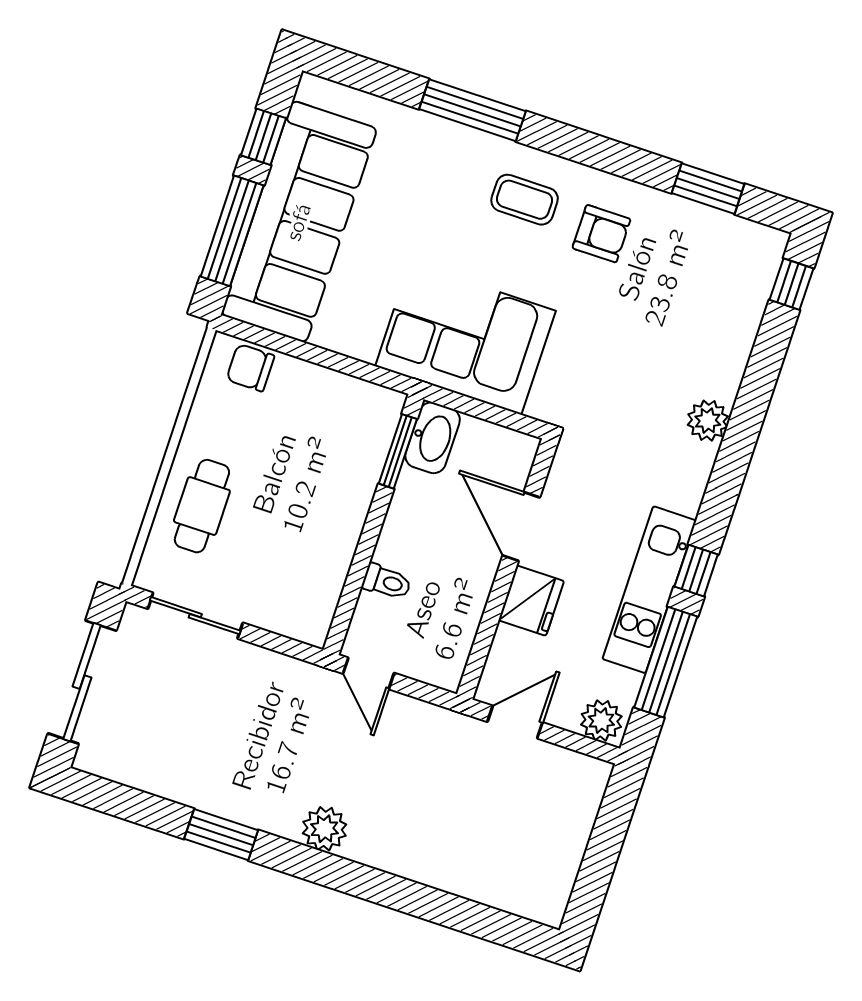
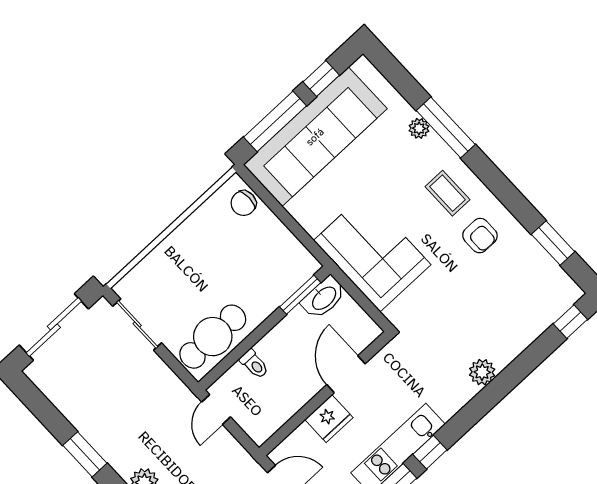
plant: (436, 132) -> (419, 128), added
chair: (250, 368) -> (244, 203), turned -90
cafe table: (202, 506) -> (213, 337), moved, width x1.37, depth x1.35

